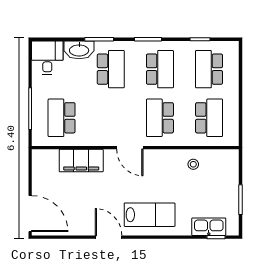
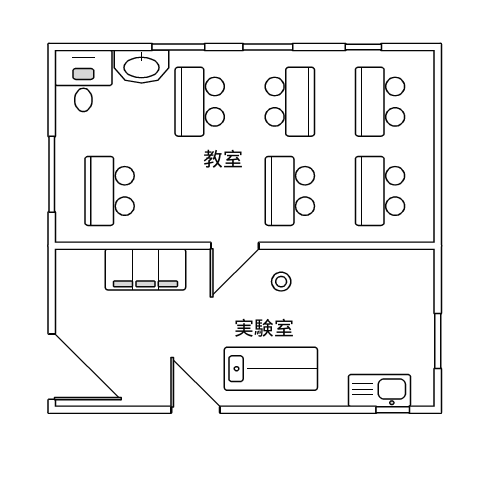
school desk: (111, 69) -> (200, 102), turned 180
school desk: (209, 118) -> (380, 191), turned 180
door: (130, 148) -> (235, 246), hinge flipped
stool: (193, 164) -> (281, 282), moved

